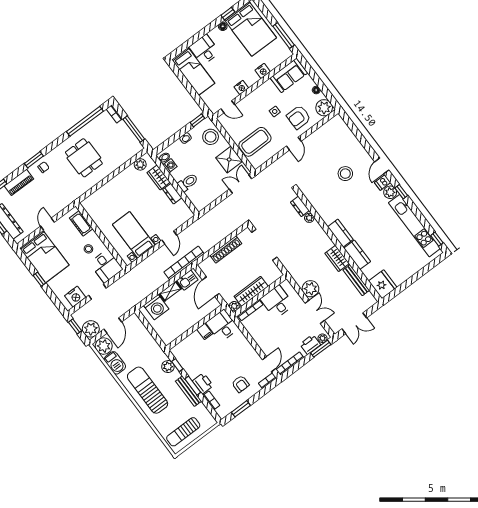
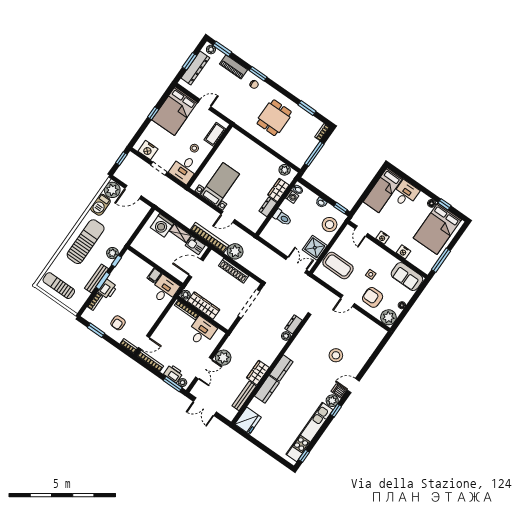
window: (85, 121) -> (307, 108), width x0.47
plant: (91, 329) -> (235, 251), moved

